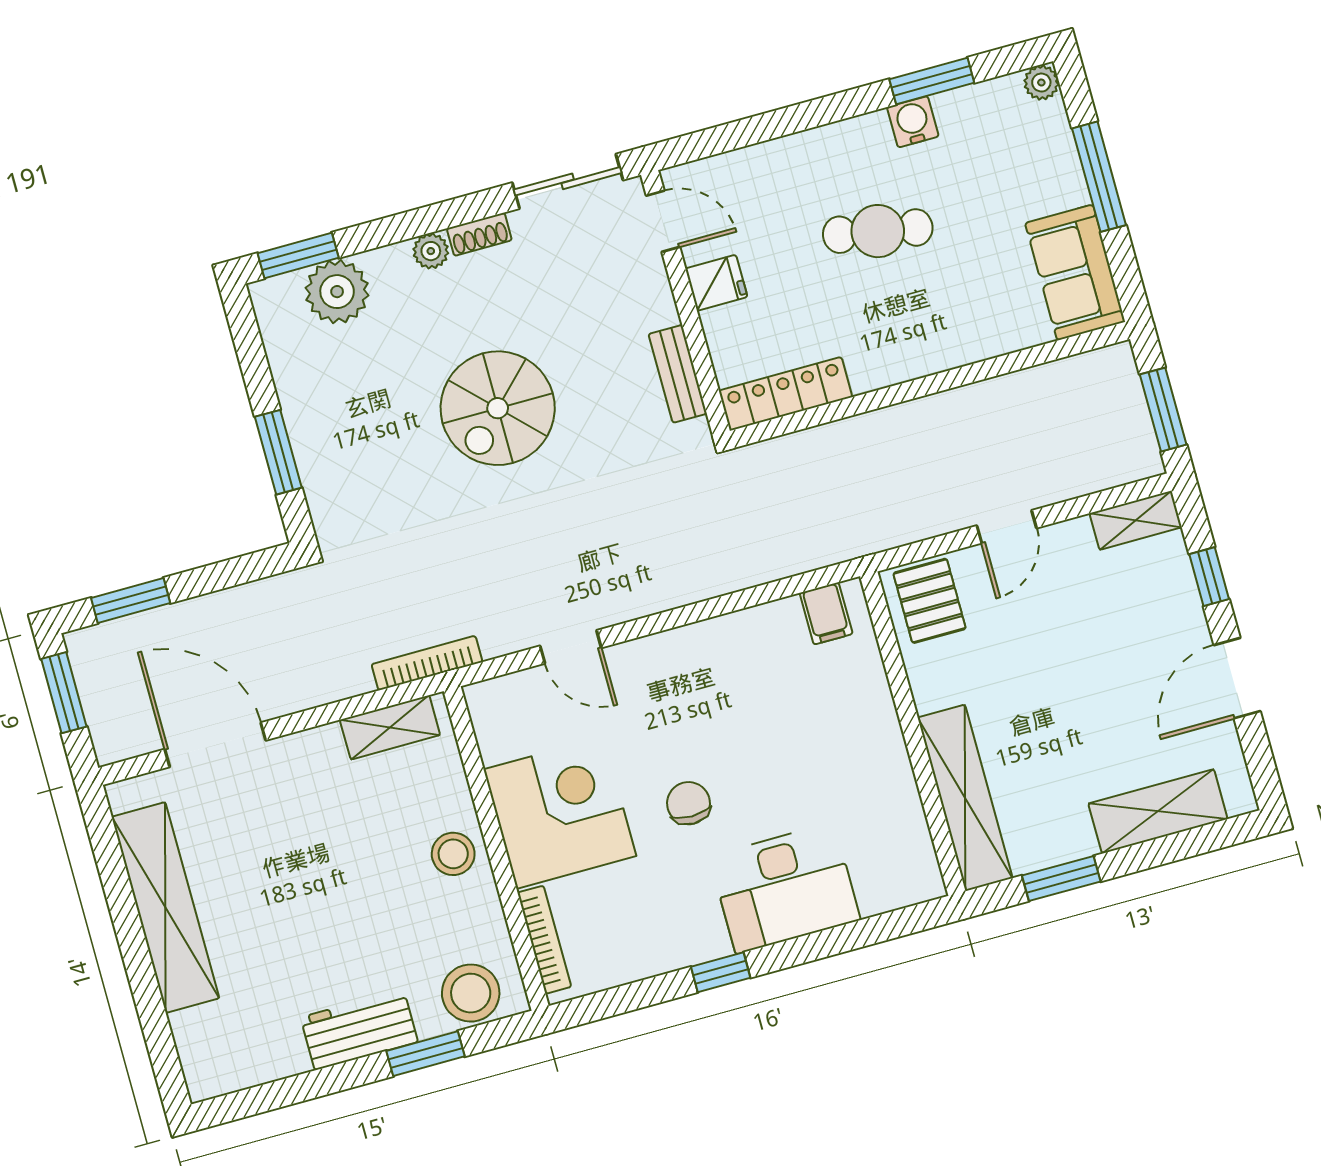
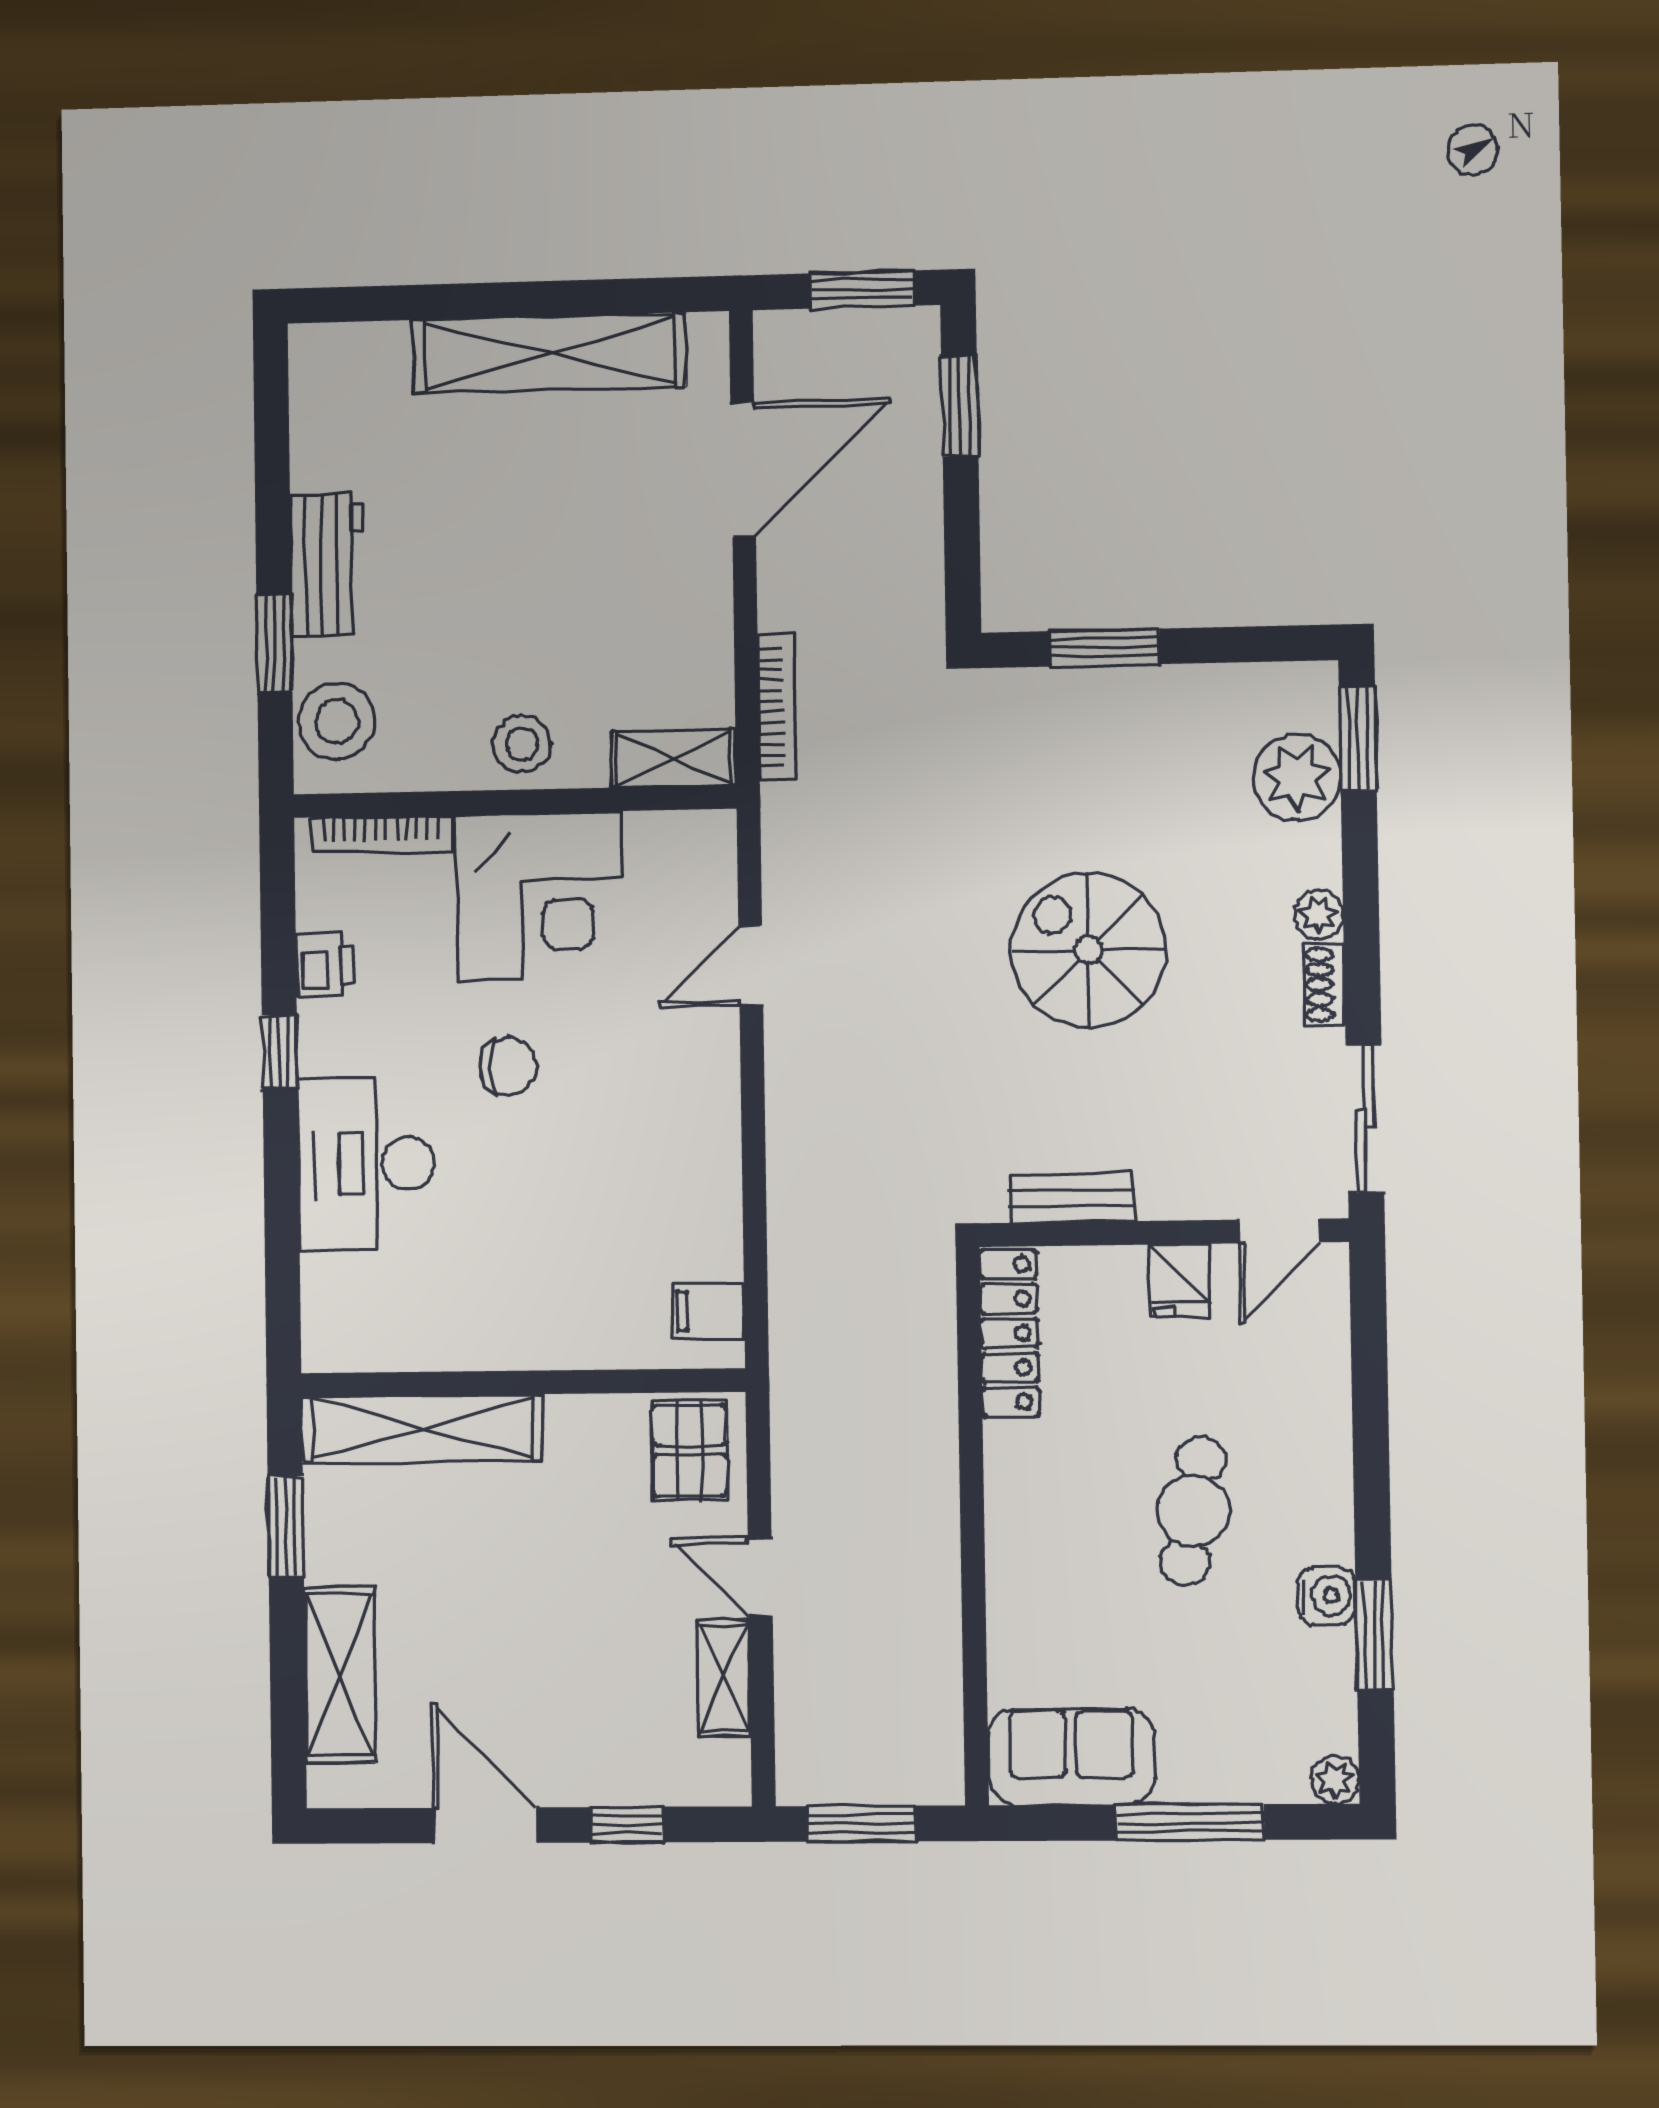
shelving: (1136, 520) -> (724, 1678), moved
pallet: (930, 601) -> (690, 1450), turned 90
bookcase: (427, 663) -> (777, 707), moved
shelving: (390, 727) -> (674, 758), moved, turned 90
printer: (650, 956) -> (324, 965), added

